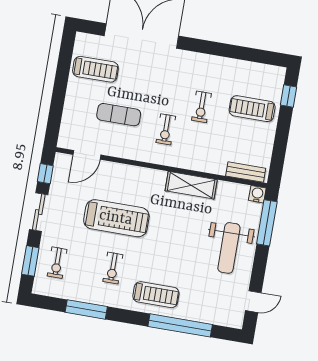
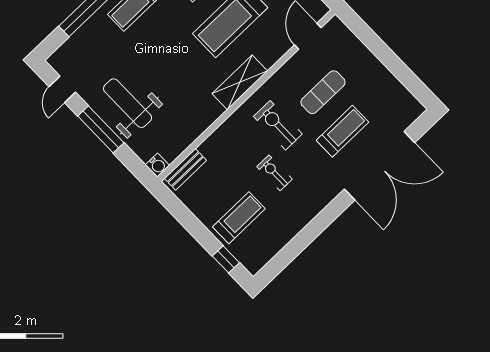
treadmill: (95, 69) -> (342, 131), moved, turned 180
exercise bike: (166, 129) -> (278, 125), width x1.38, depth x1.39
shelving: (191, 185) -> (240, 82), moved
window: (267, 223) -> (101, 129), moved

